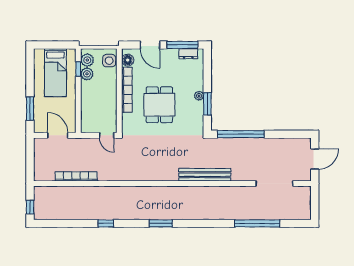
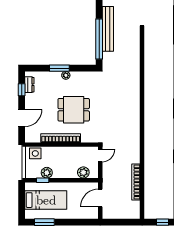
window: (182, 45) -> (22, 90), width x0.46
plant: (87, 60) -> (83, 172), moved
floor lamp: (128, 60) -> (35, 137), removed
window: (207, 104) -> (59, 68), moved
window: (30, 109) -> (44, 222), moved
bench: (205, 175) -> (108, 29), moved

